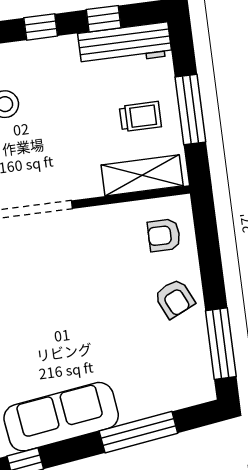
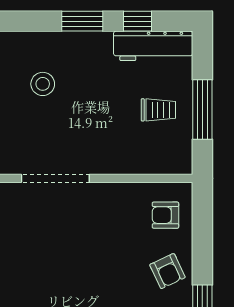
window: (41, 27) -> (82, 21), width x1.50
shelving: (142, 175) -> (153, 161), removed

